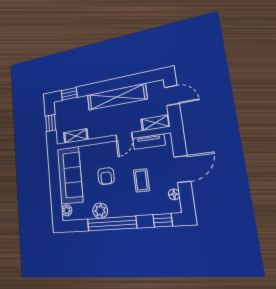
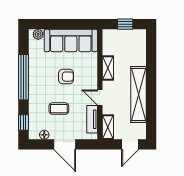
window: (69, 94) -> (151, 47), removed
shelving: (76, 136) -> (108, 68), moved
armchair: (106, 176) -> (66, 77), turned 180
plant: (100, 211) -> (35, 68), removed

